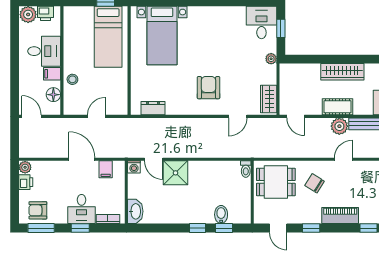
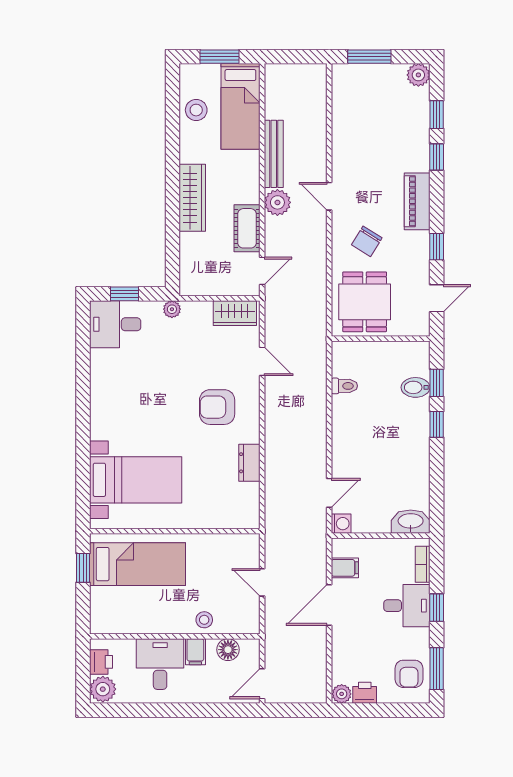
cot: (337, 107) -> (247, 228), moved
dresser: (153, 108) -> (249, 463), moved
toilet: (246, 169) -> (344, 386), moved
shower: (176, 173) -> (350, 459), removed

